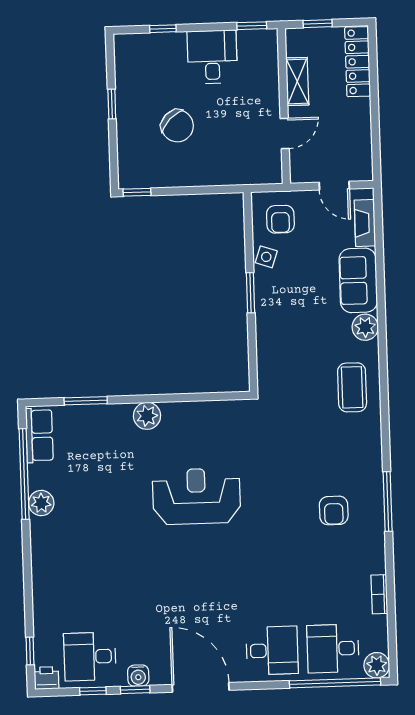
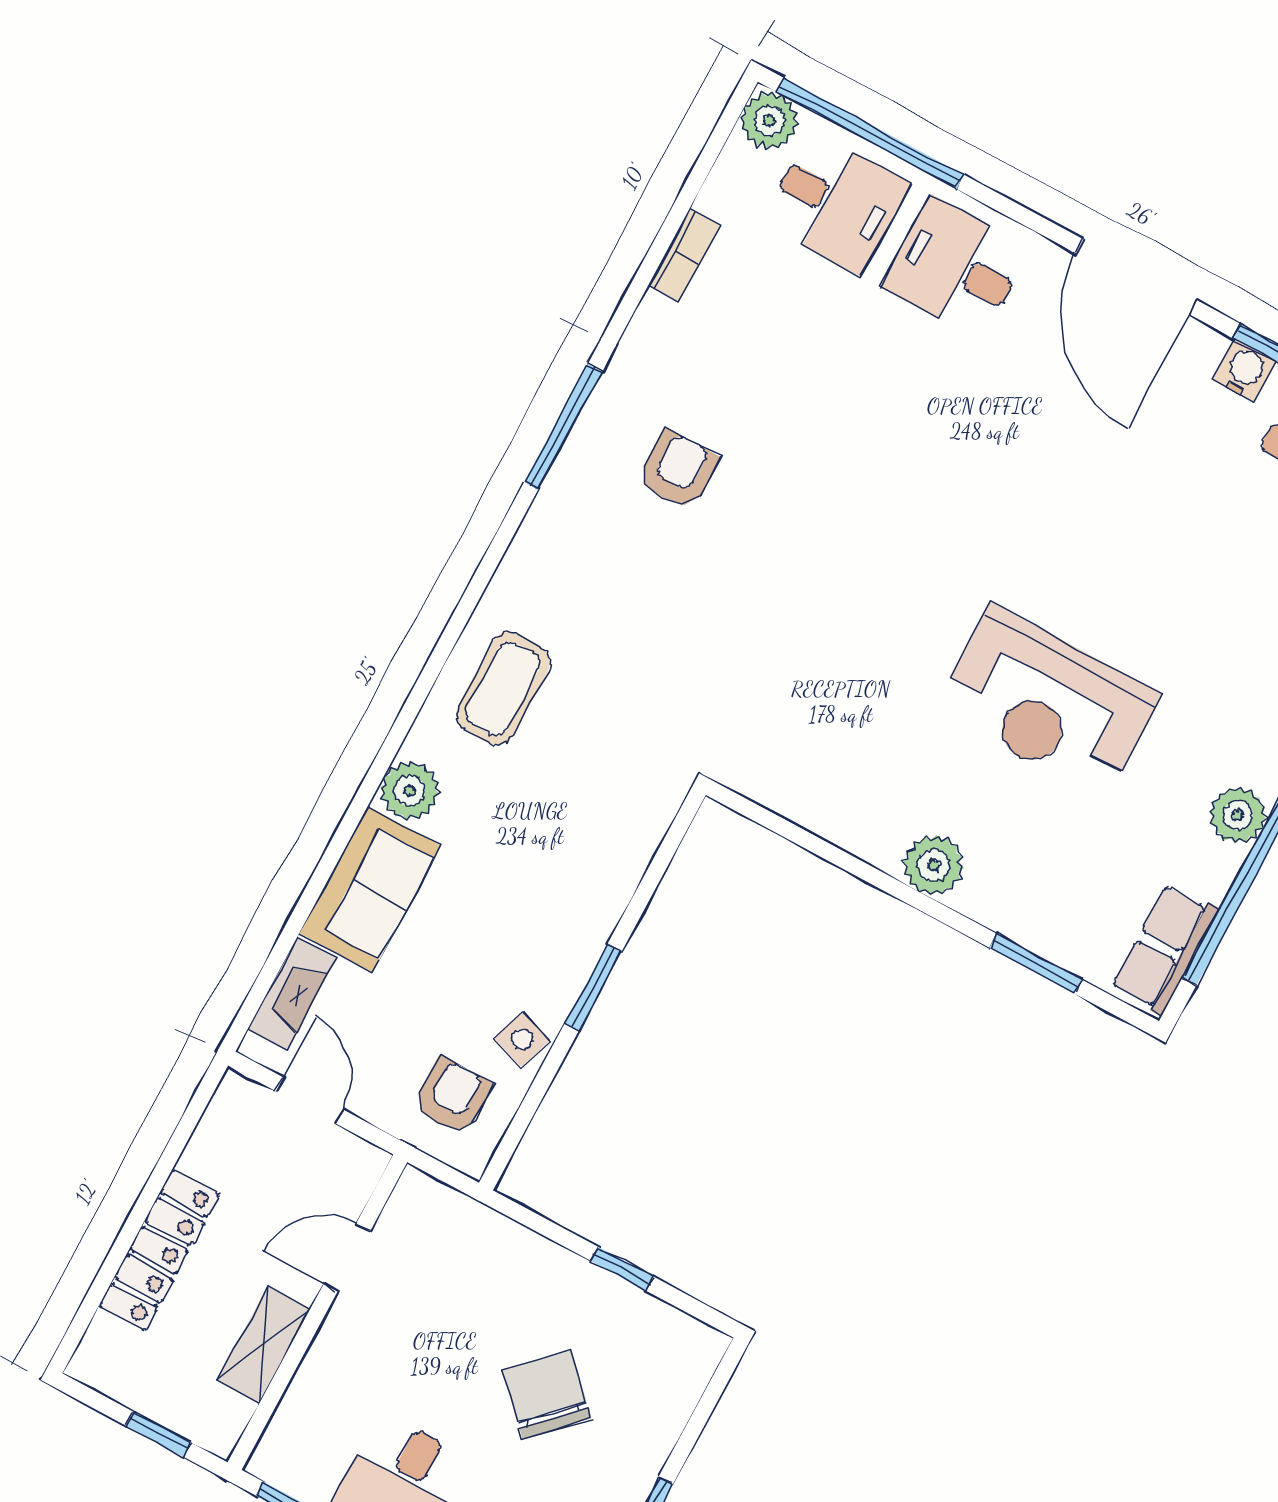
locker: (358, 62) -> (159, 1250), moved
window: (137, 192) -> (622, 1268), moved
reception desk: (196, 496) -> (1047, 702), moved

